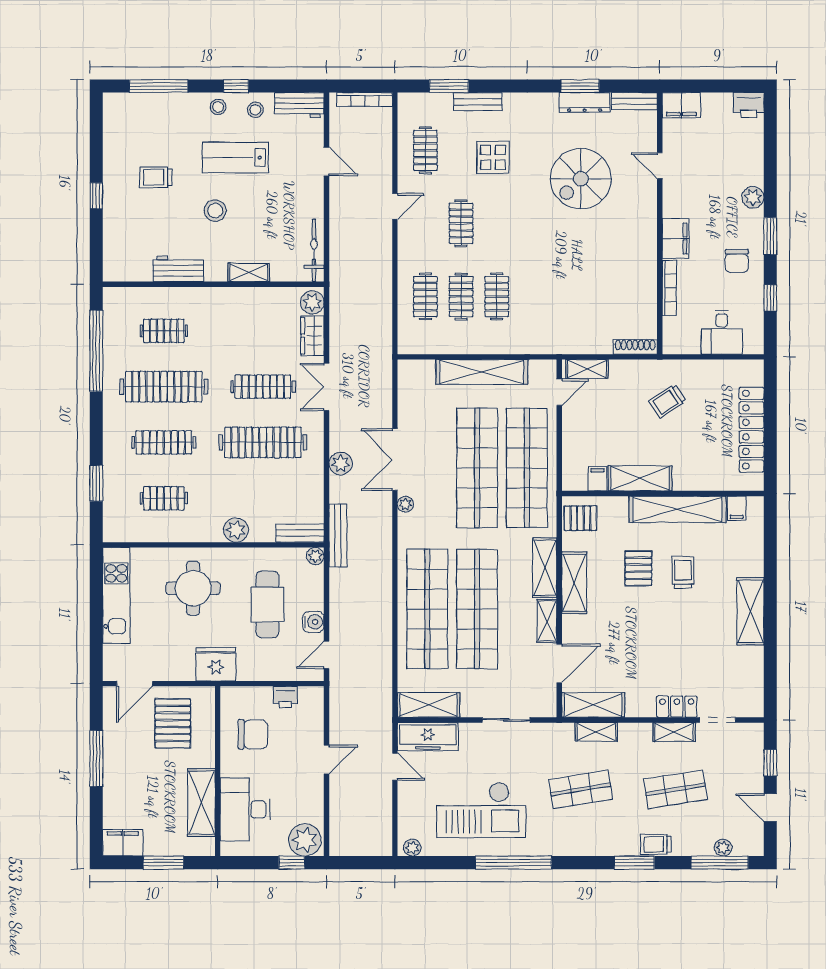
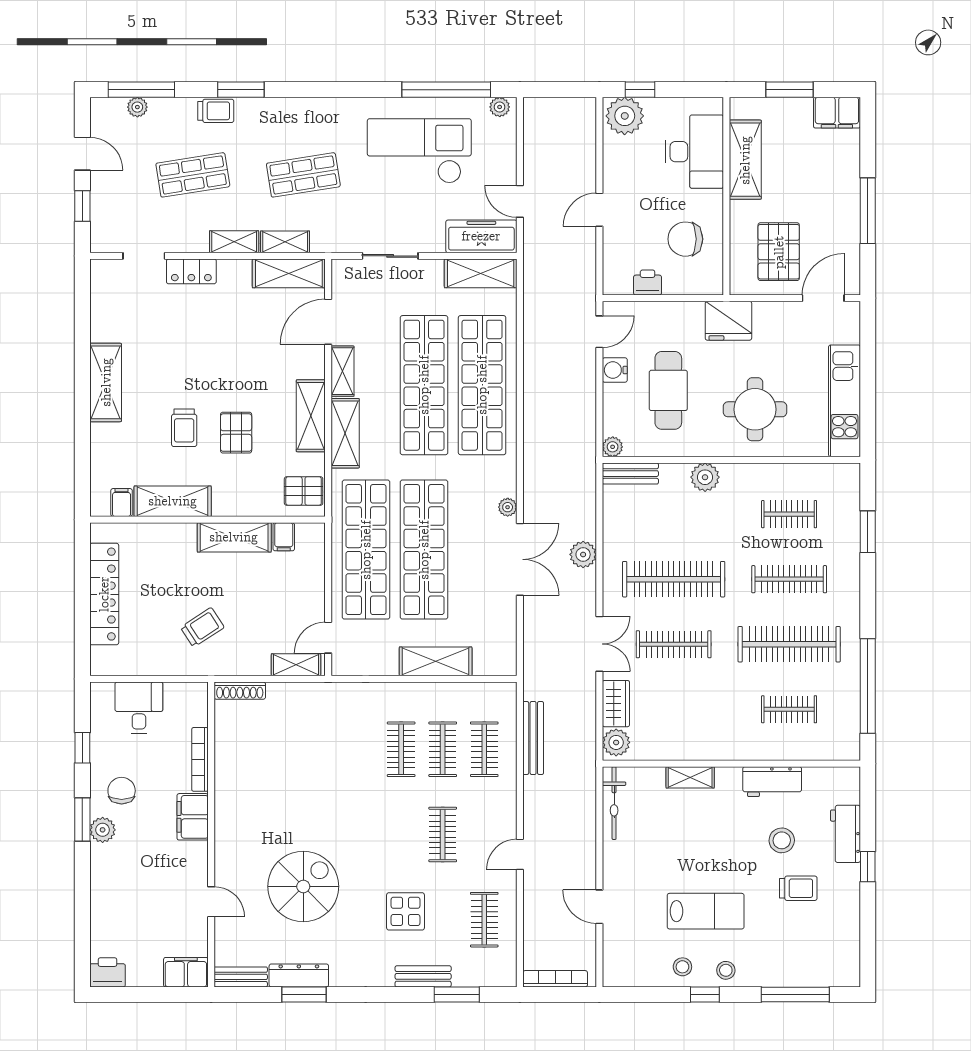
workbench: (299, 105) -> (845, 834), moved, turned -90
plant: (753, 197) -> (103, 830), moved
stool: (215, 211) -> (782, 840), moved
shelving: (482, 372) -> (436, 661), width x0.68
shelving: (677, 509) -> (173, 501), width x0.68
bench: (338, 535) -> (533, 738), moved
shelving: (674, 732) -> (234, 242), moved
window: (513, 863) -> (446, 90), moved

